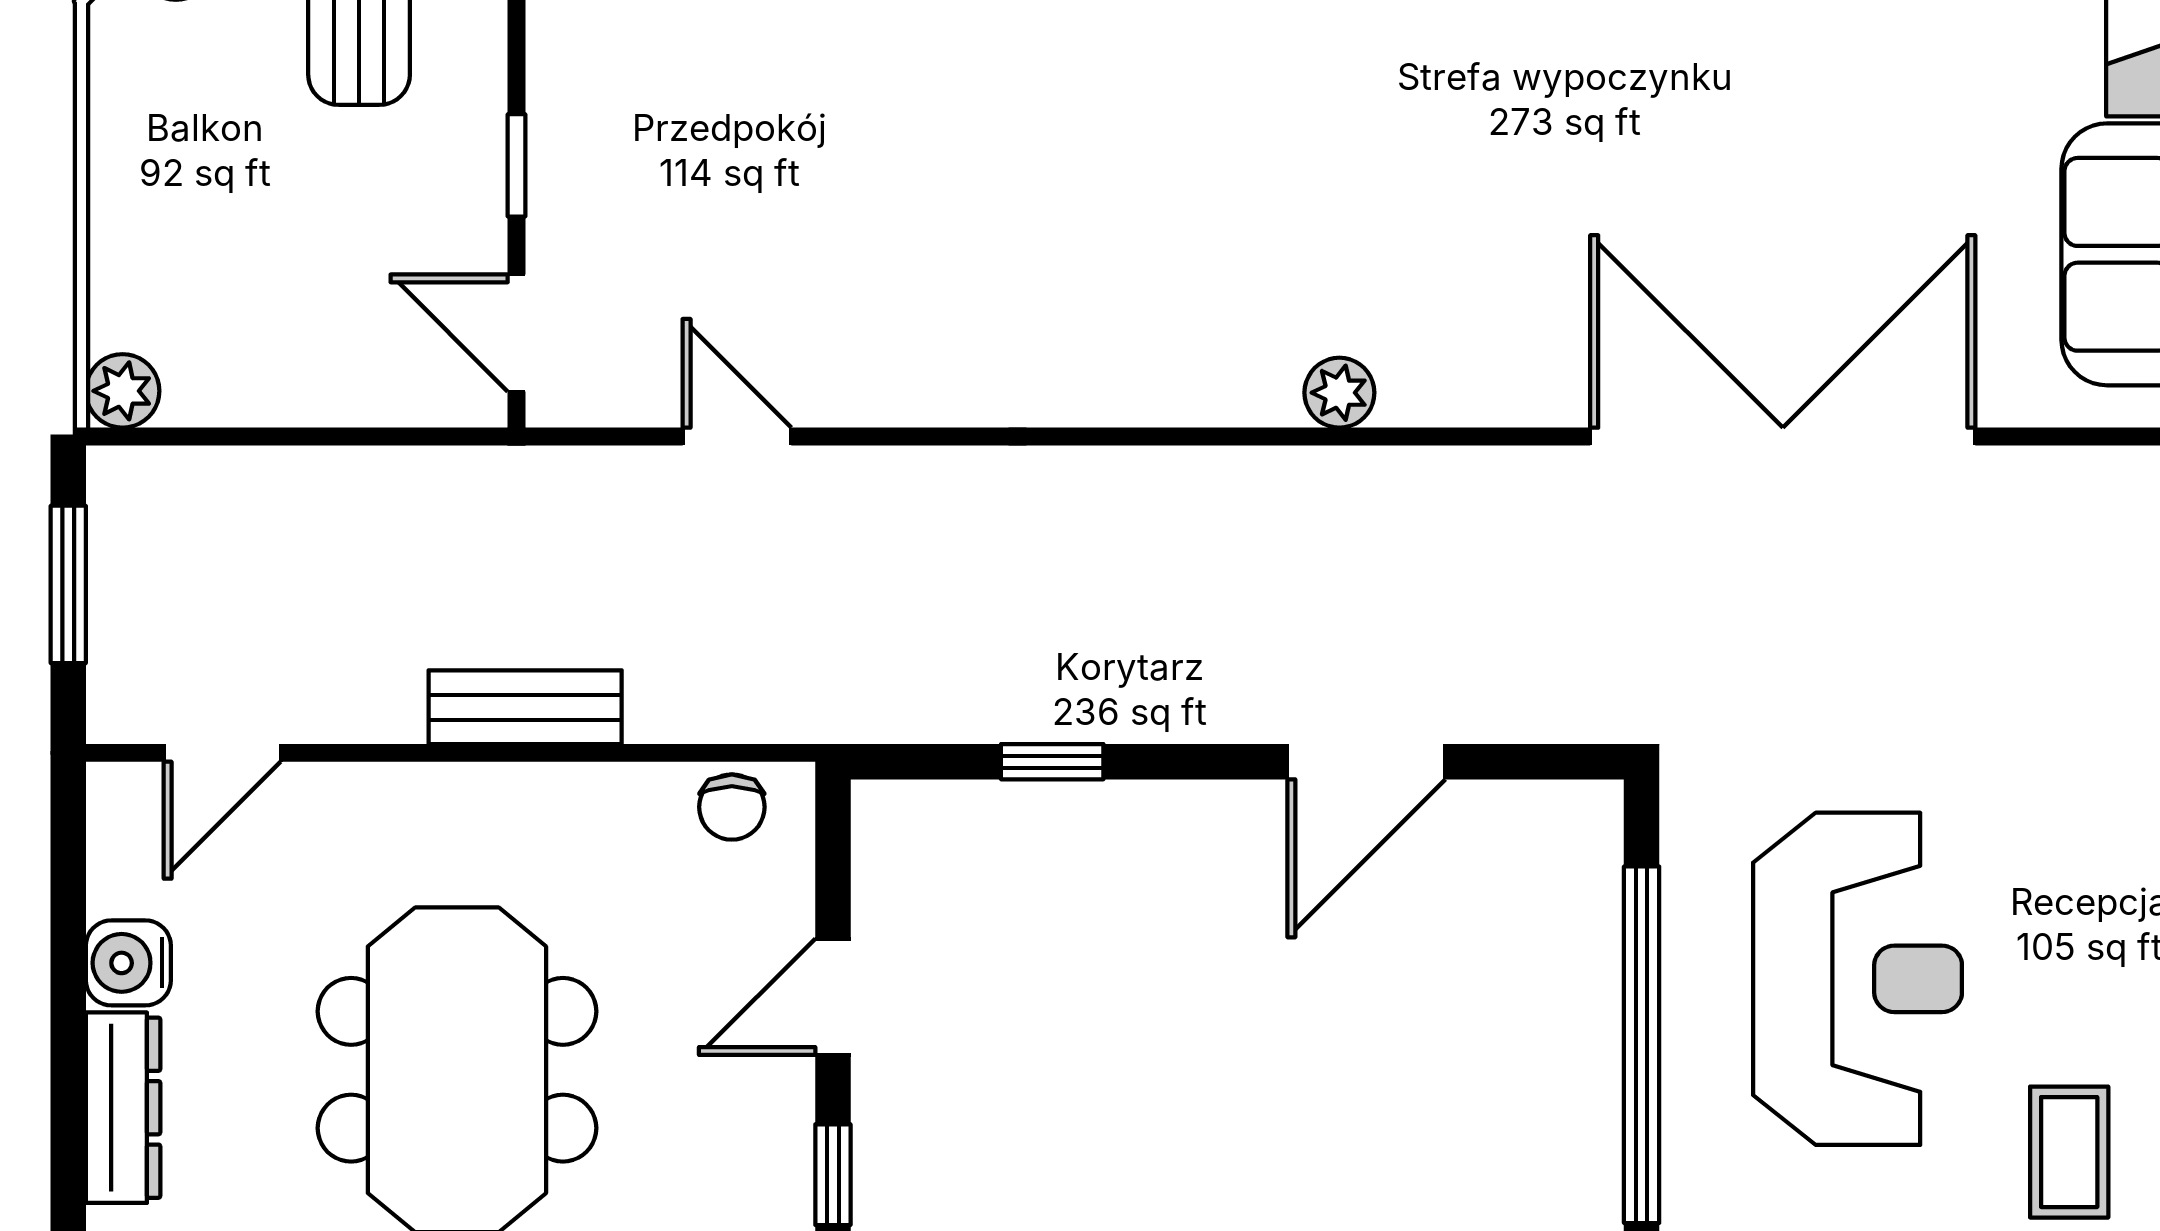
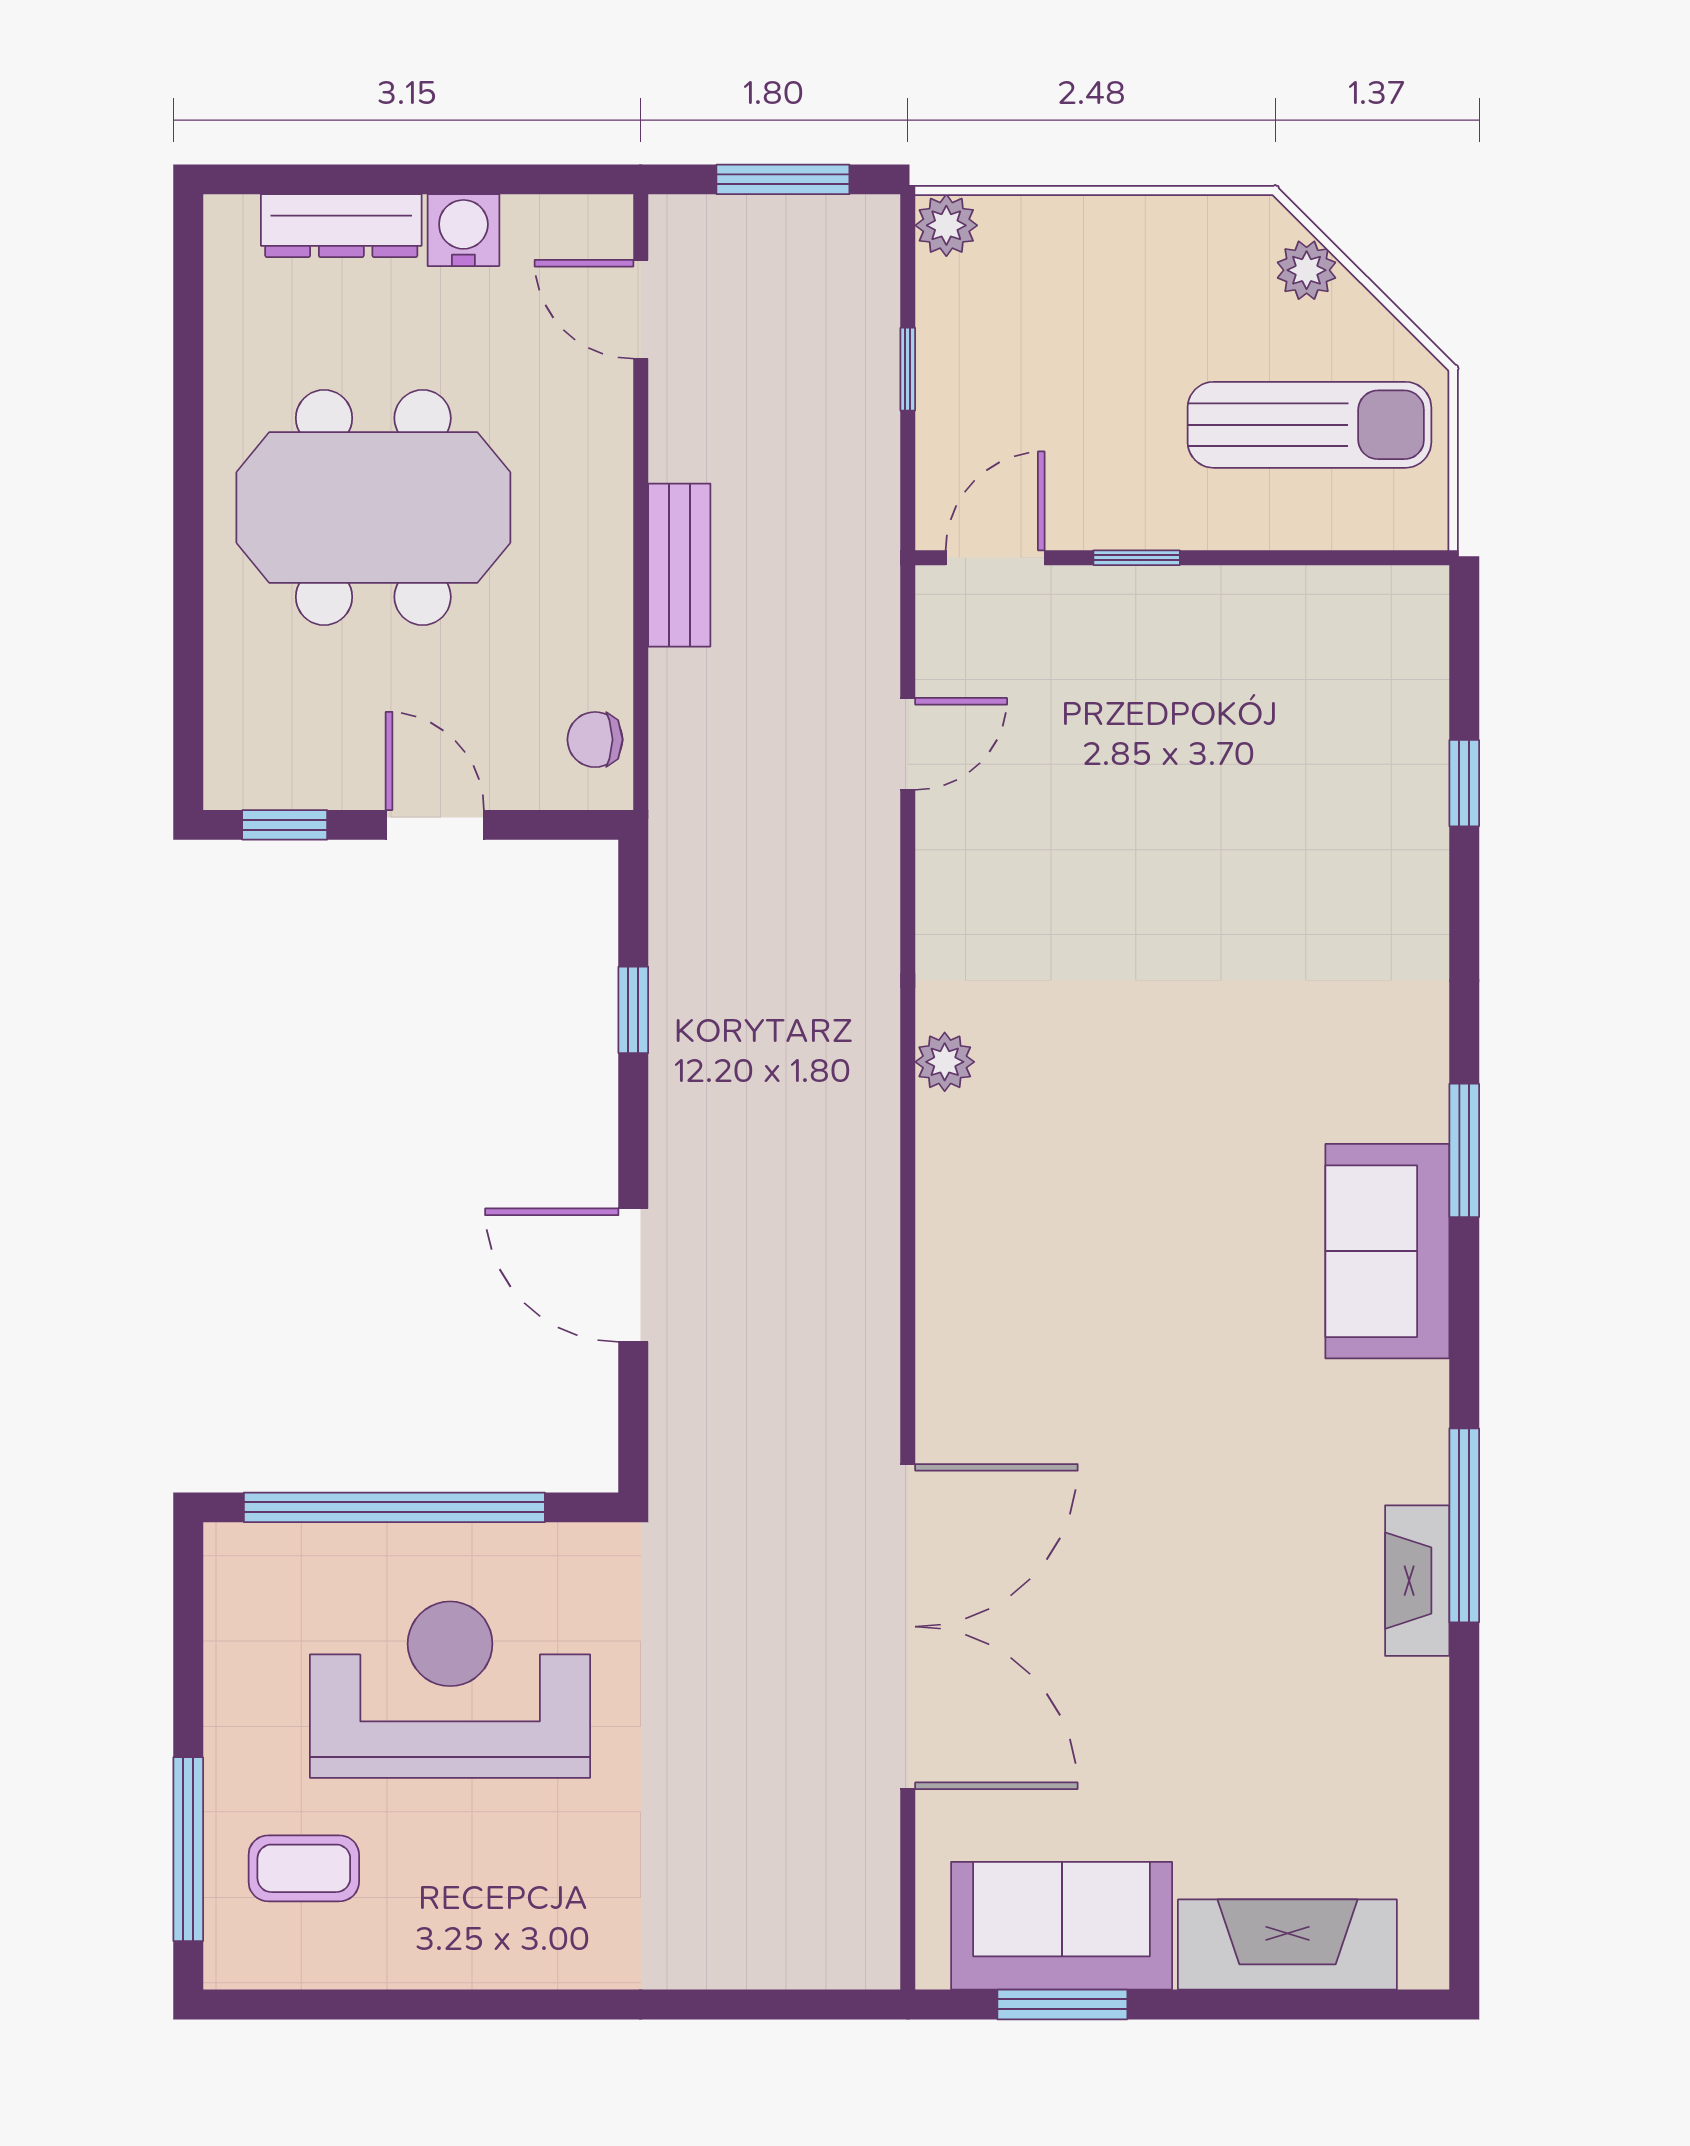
plant: (1339, 393) -> (945, 1062), moved
window: (293, 436) -> (908, 369), added
reception desk: (1858, 979) -> (450, 1690), turned 180

